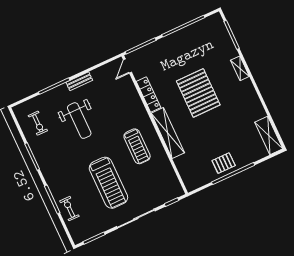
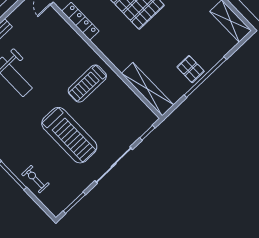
shelving: (168, 133) -> (148, 89), moved
treadmill: (137, 146) -> (87, 84), turned 90
pallet: (224, 163) -> (191, 69), turned 90

